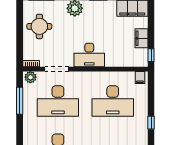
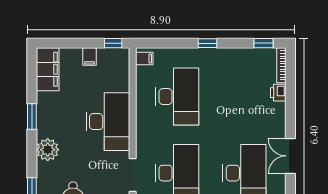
filing cabinet: (141, 38) -> (89, 57), width x0.50
desk: (89, 55) -> (108, 122), width x1.36, depth x1.30

